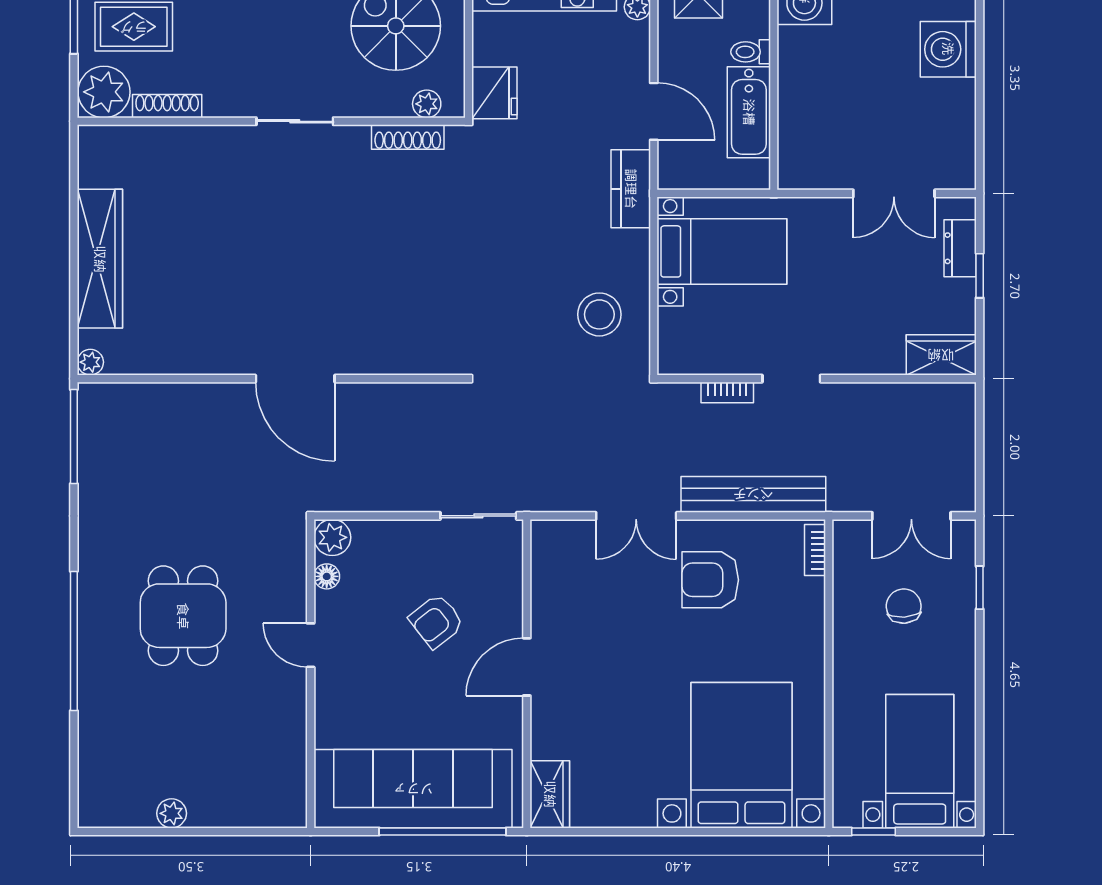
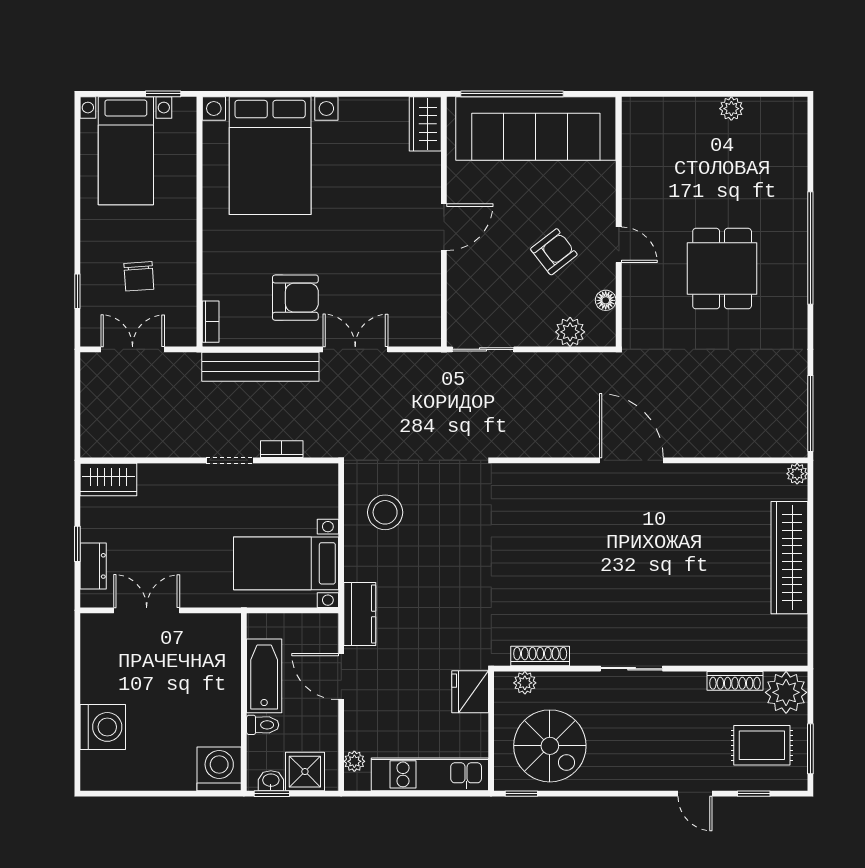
plant: (332, 537) -> (570, 332), moved
armchair: (436, 621) -> (554, 252), moved

